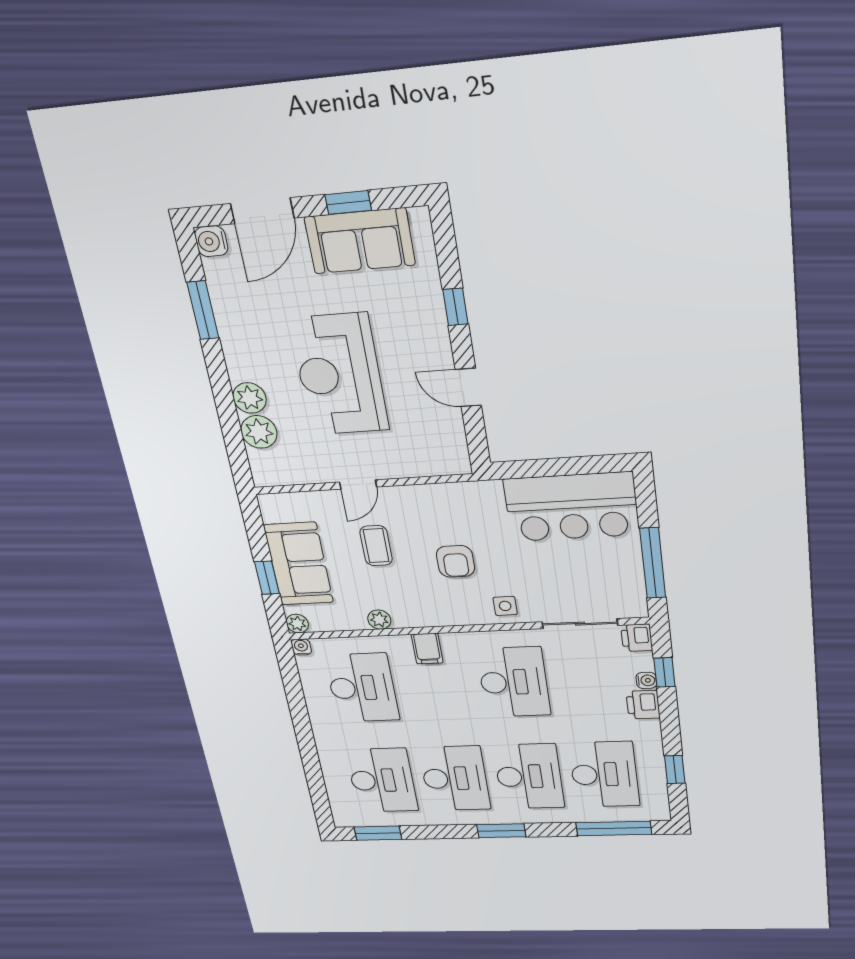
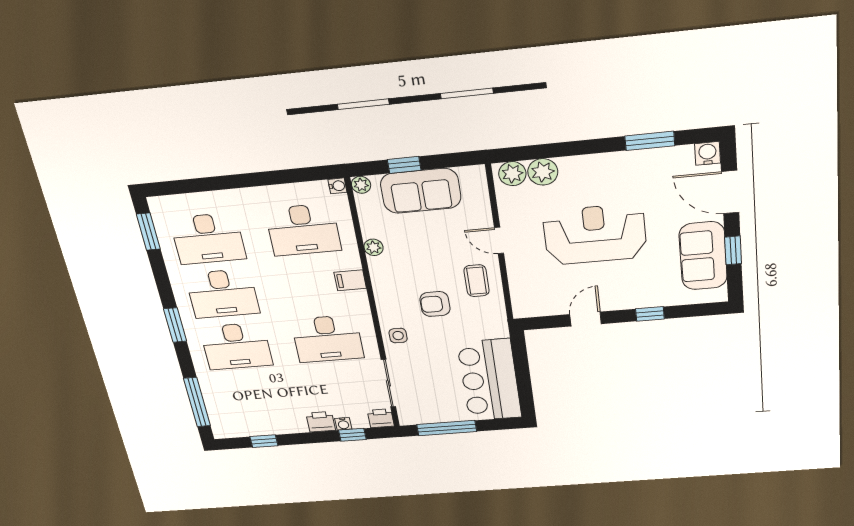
plant: (250, 398) -> (512, 174), moved
coffee table: (376, 546) -> (476, 281), moved, turned 90
desk: (604, 774) -> (249, 397), removed

